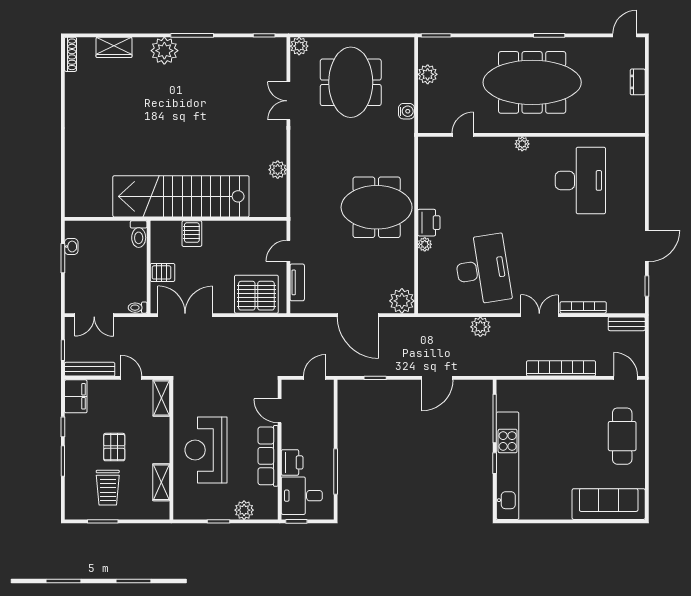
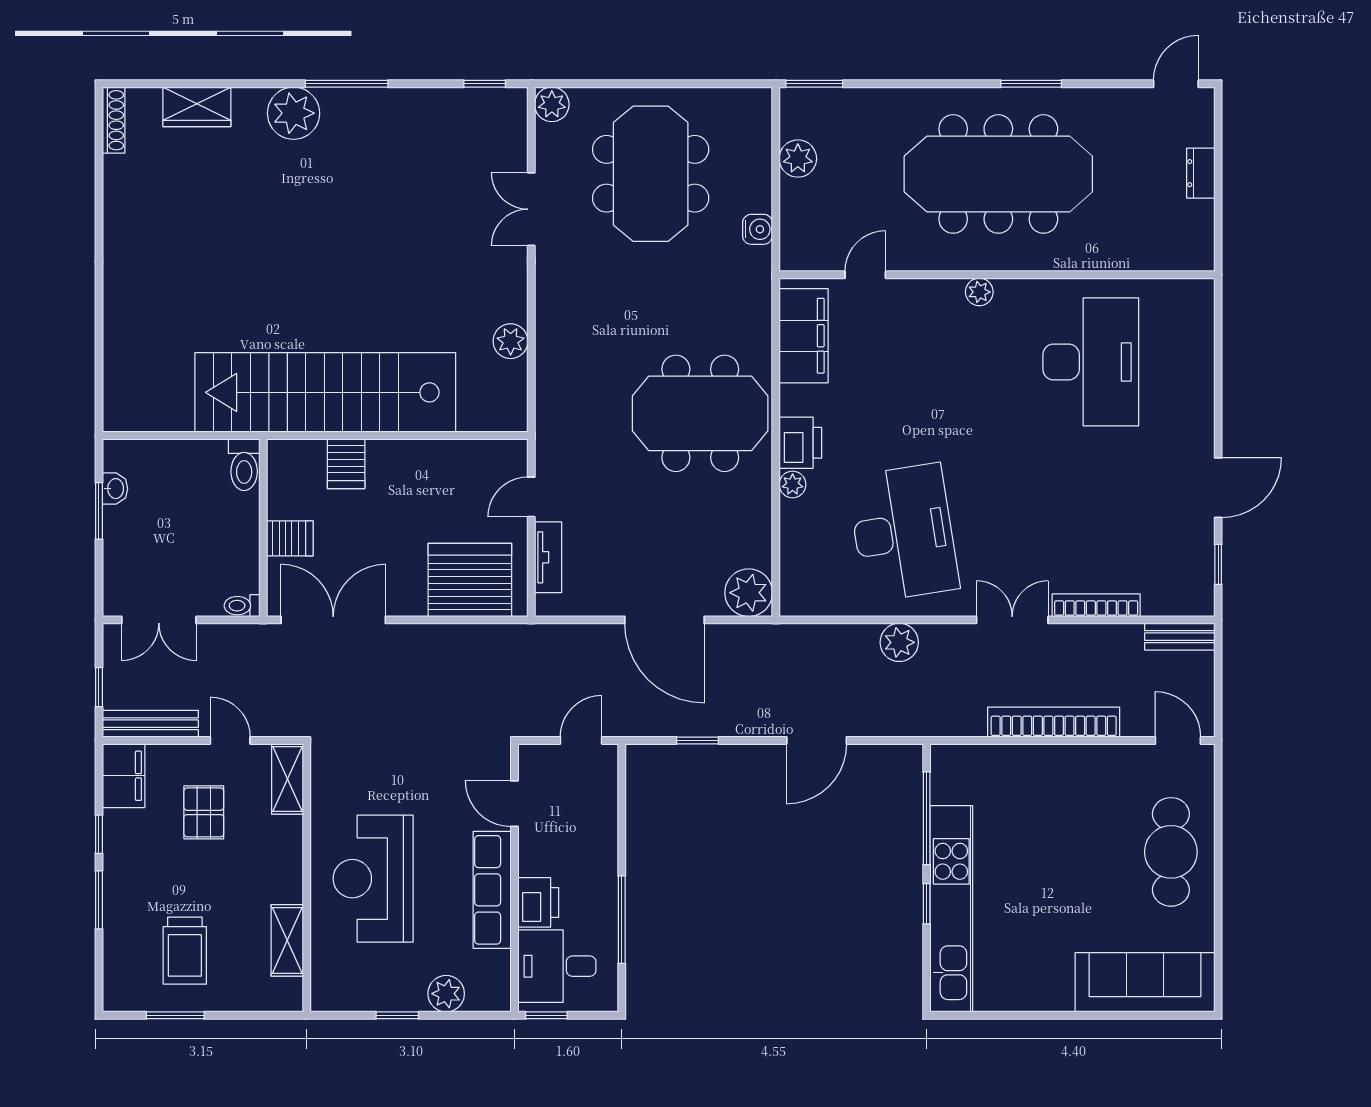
filing cabinet: (431, 167) -> (804, 336), added
pallet: (114, 447) -> (204, 812), moved

